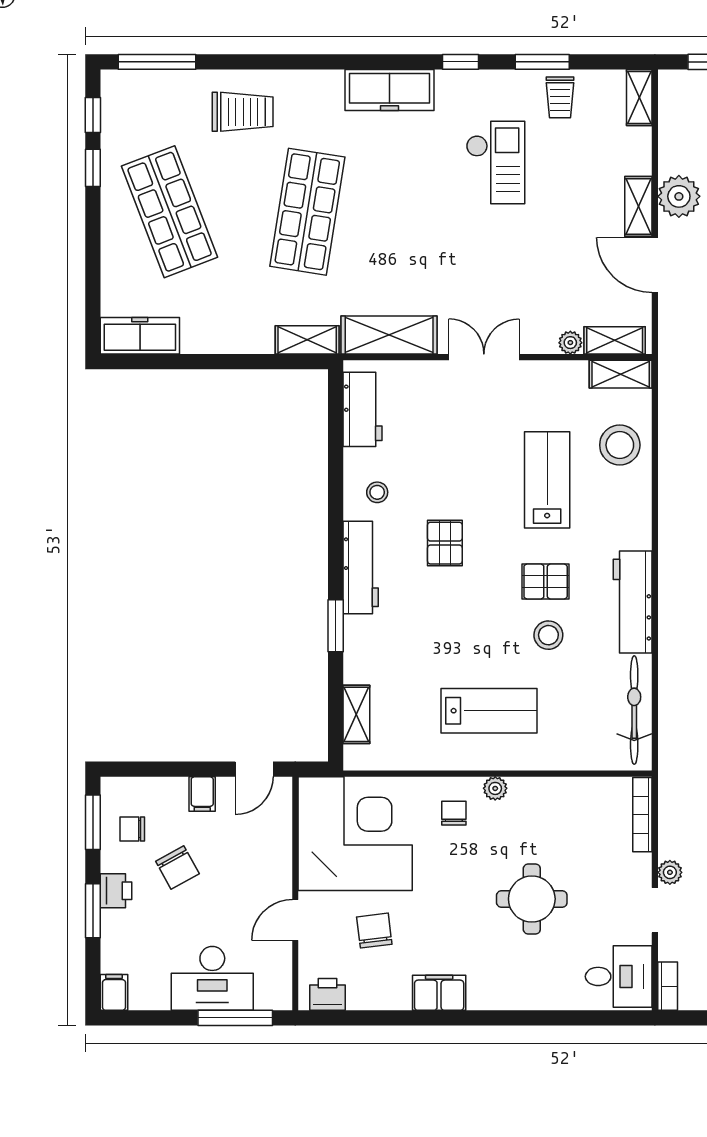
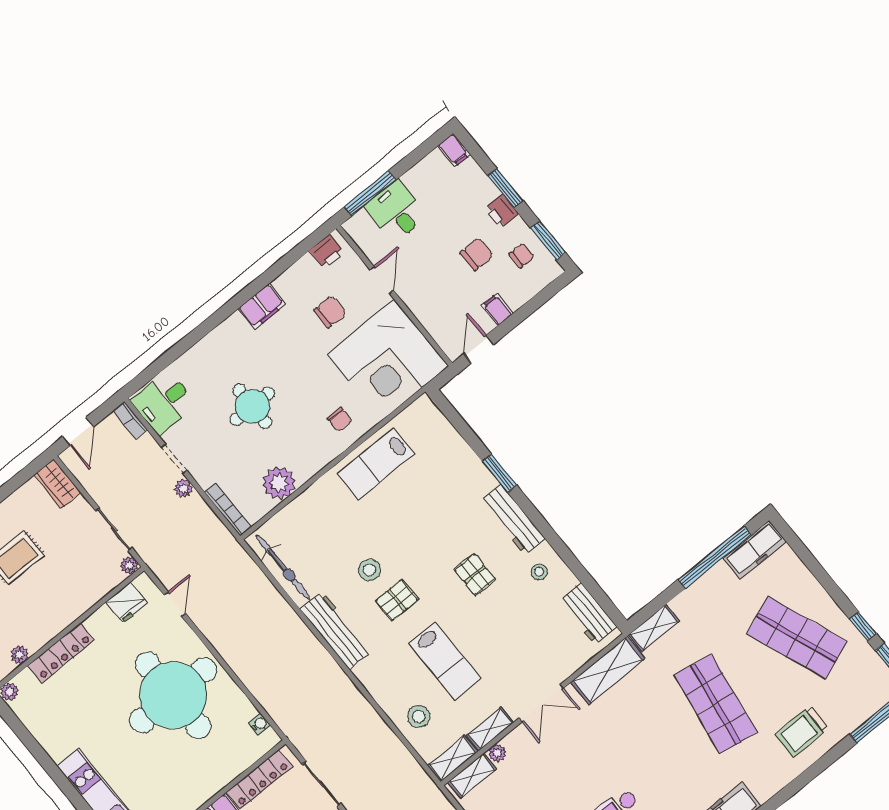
window: (187, 362) -> (715, 557), added
stool: (620, 445) -> (419, 716), width x0.73, depth x0.73
lab bench: (489, 711) -> (376, 464), moved
shelving: (356, 714) -> (490, 729), moved, turned 90
plant: (495, 788) -> (279, 483), moved, width x1.88, depth x1.88
chair: (177, 868) -> (476, 254), turned 119
chair: (374, 931) -> (330, 312), turned -83
desk: (212, 978) -> (396, 211), width x0.73

